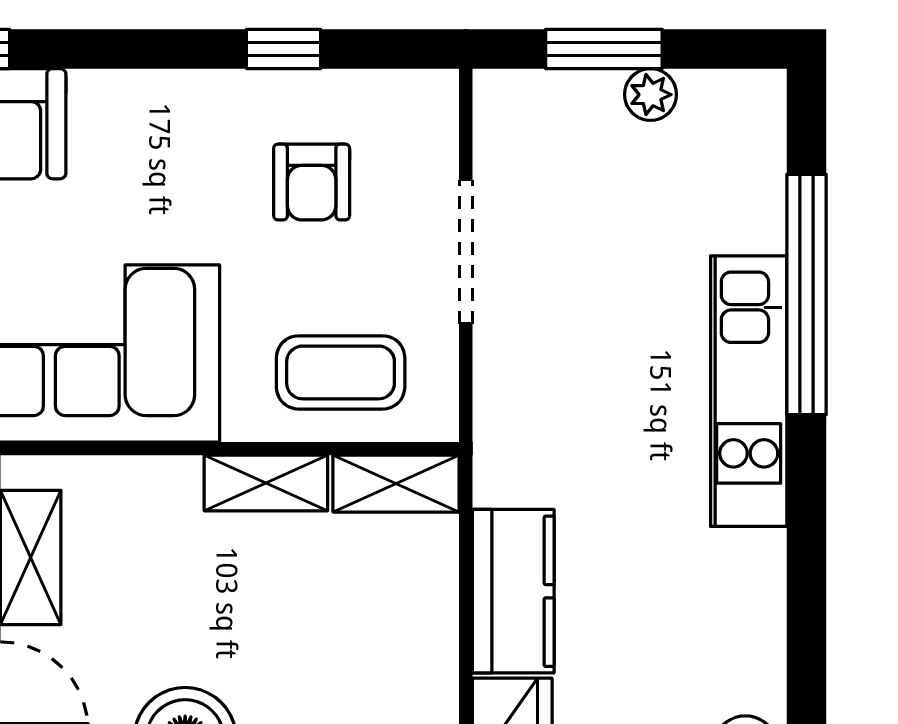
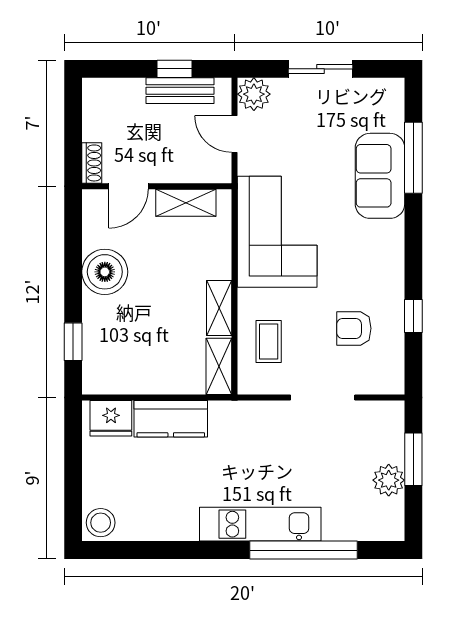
plant: (650, 95) -> (389, 480), width x1.38, depth x1.38
coffee table: (341, 372) -> (269, 341), width x0.73, depth x0.77

